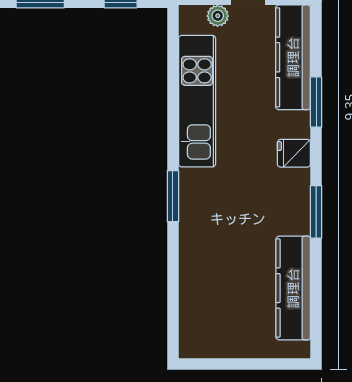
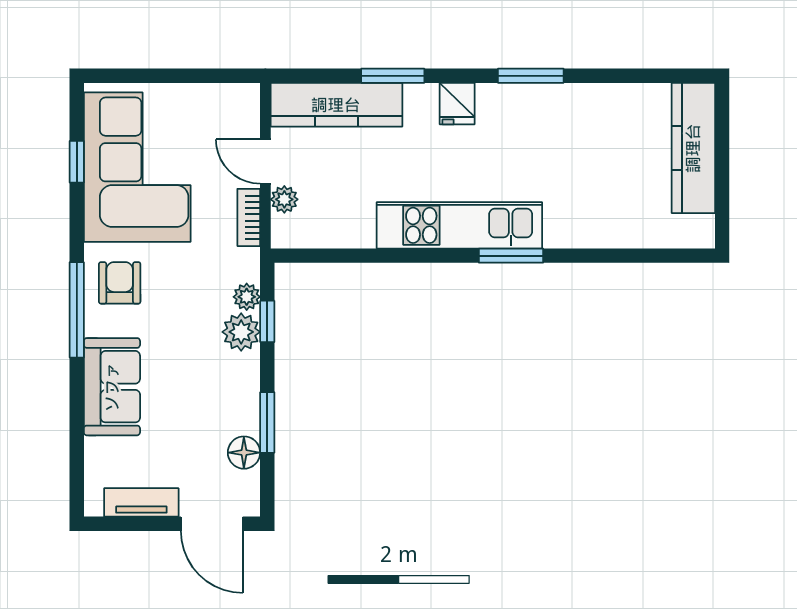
kitchen unit: (197, 101) -> (459, 225), moved
kitchen counter: (293, 288) -> (693, 148), moved, turned 90

